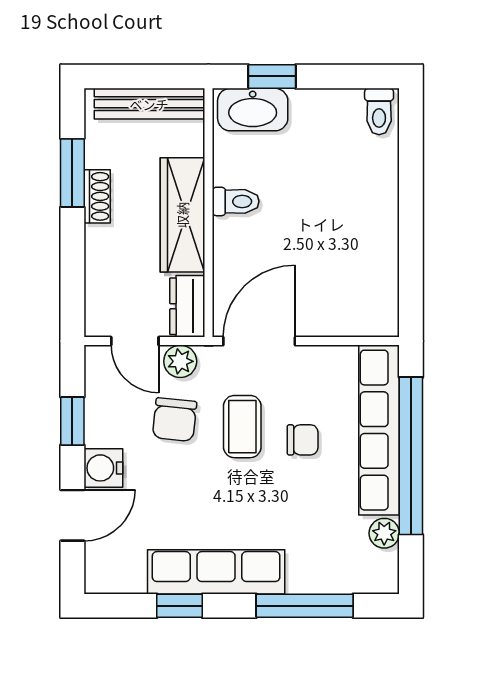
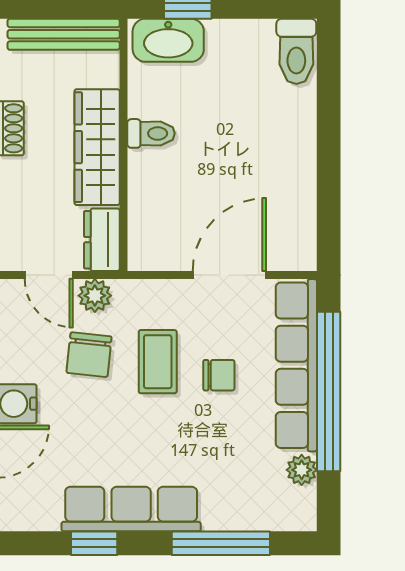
toilet: (379, 111) -> (296, 51), width x1.37, depth x1.39
door: (259, 341) -> (229, 275), moved

